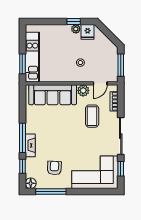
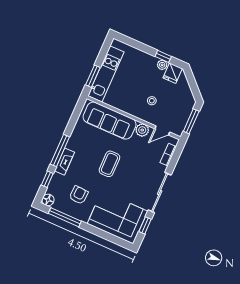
coffee table: (92, 116) -> (109, 164), moved

